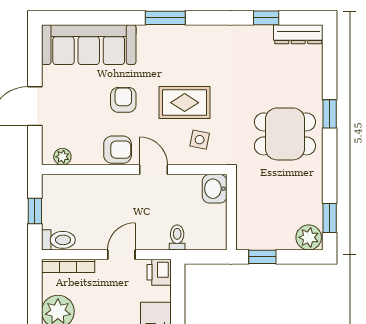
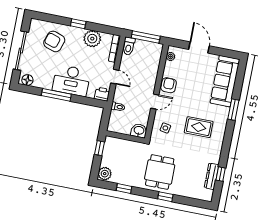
window: (165, 18) -> (233, 110), moved
dresser: (298, 34) -> (212, 176), moved
armchair: (123, 100) -> (193, 93), removed
rug: (185, 103) -> (199, 127), moved, turned 90
armchair: (118, 150) -> (169, 85), turned 180
window: (35, 211) -> (146, 37), width x2.17
window: (330, 218) -> (124, 189), moved

